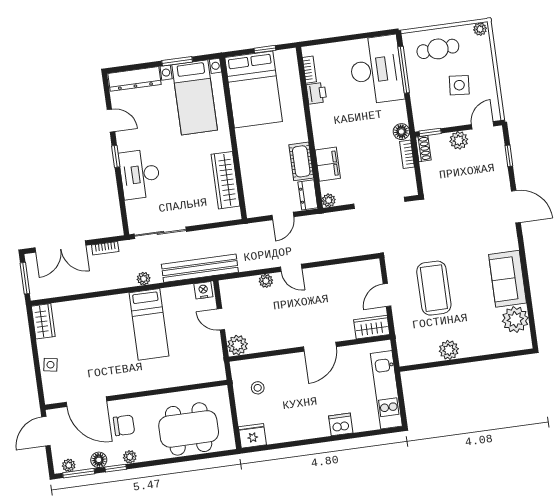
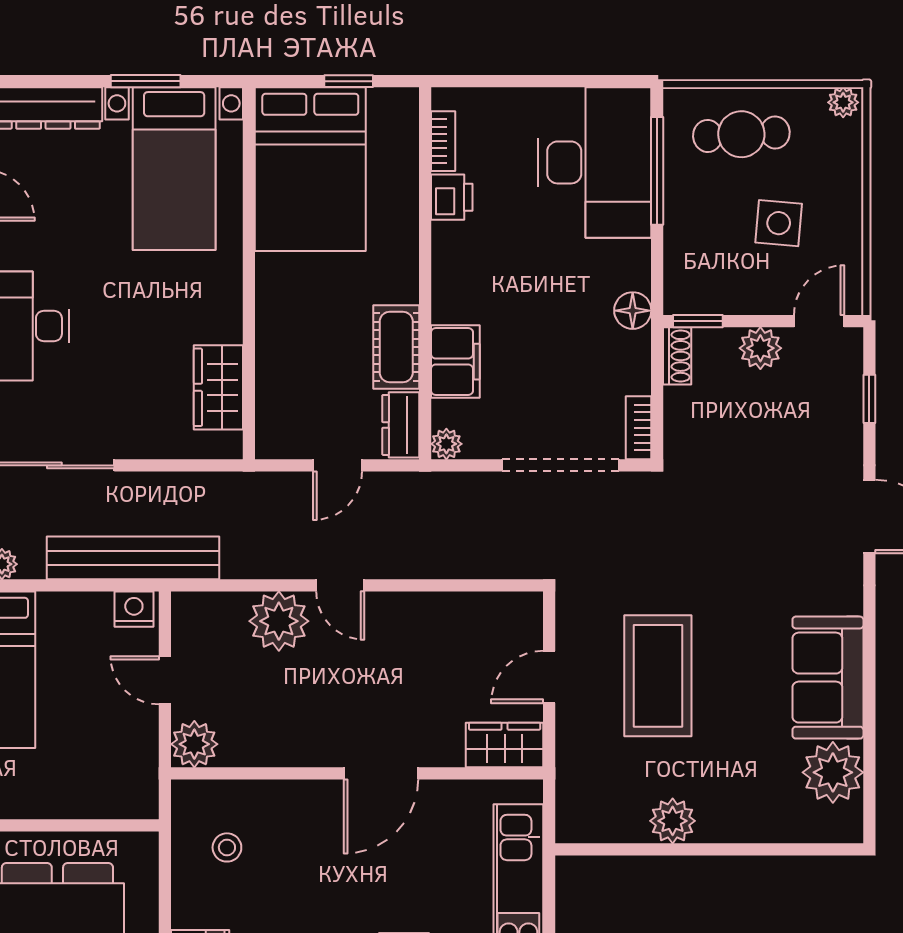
bookcase: (407, 154) -> (639, 428), moved
wardrobe: (226, 180) -> (218, 387), width x0.67
plant: (266, 281) -> (279, 621), width x1.88, depth x1.88

